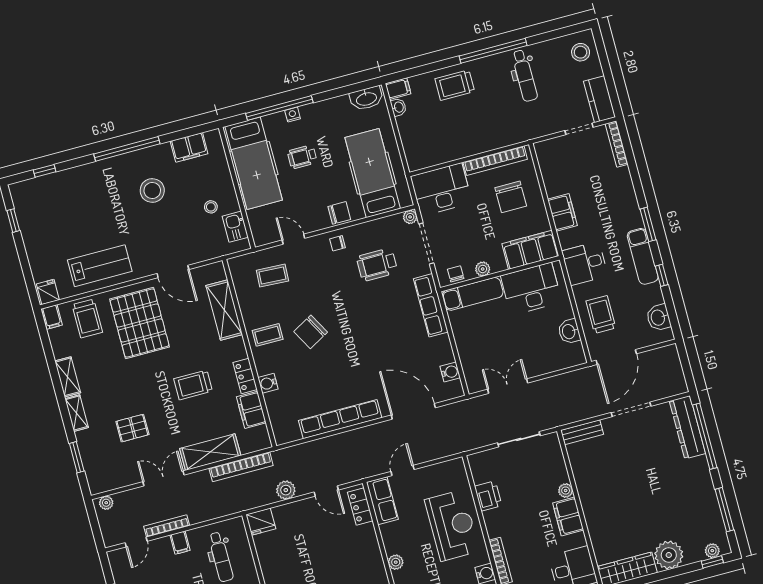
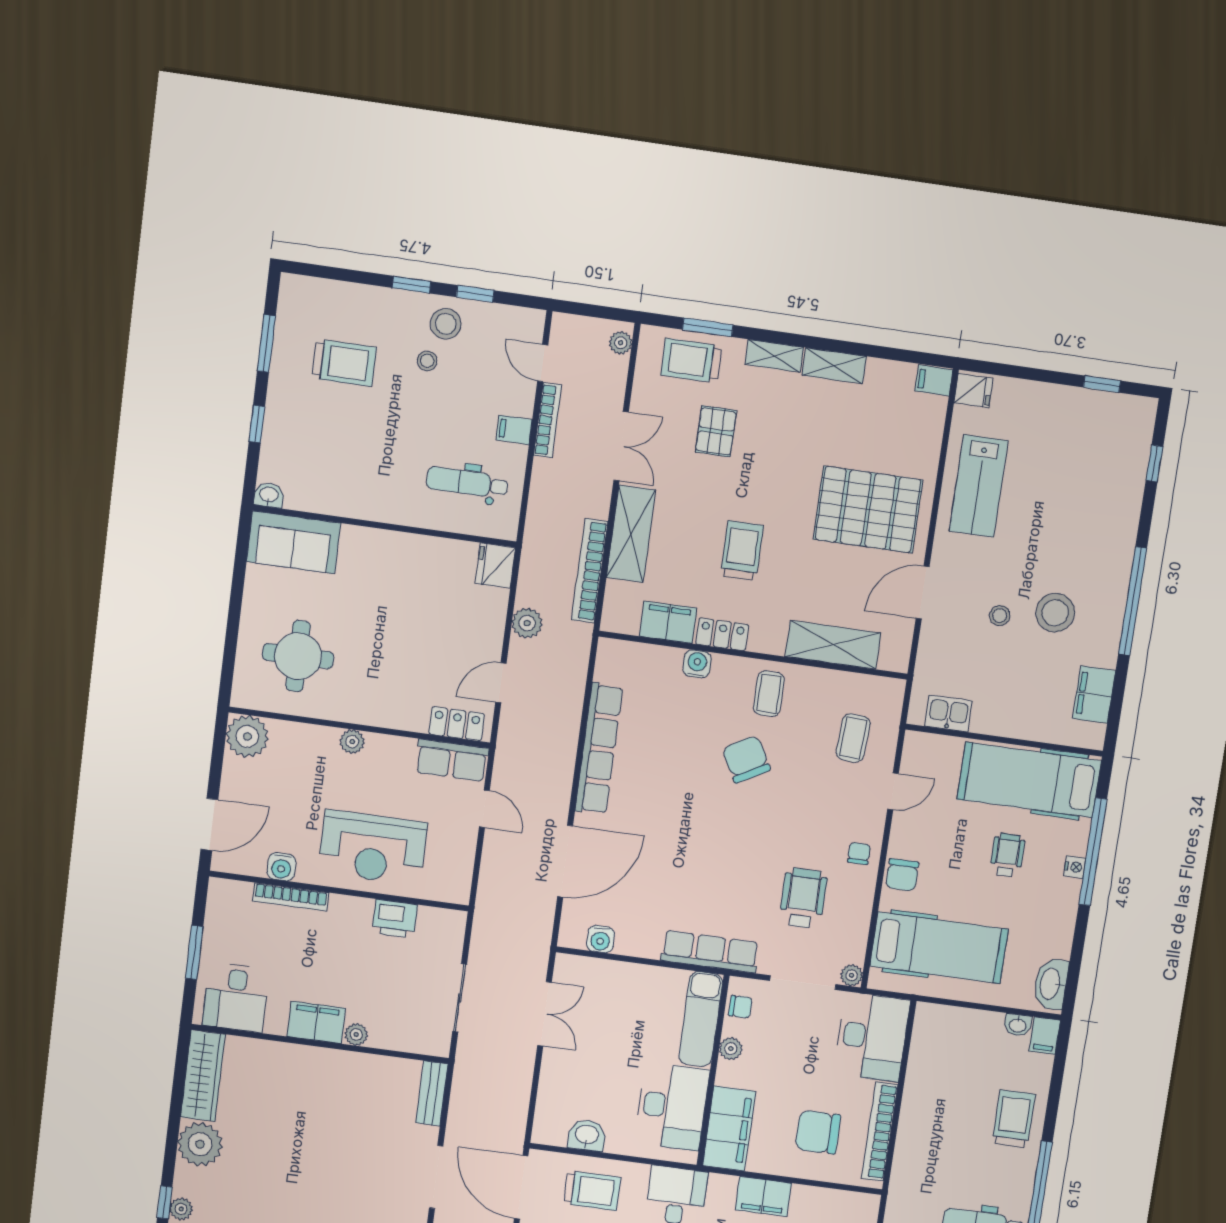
stool: (211, 207) -> (1000, 616), moved
trolley: (87, 318) -> (691, 361), moved

